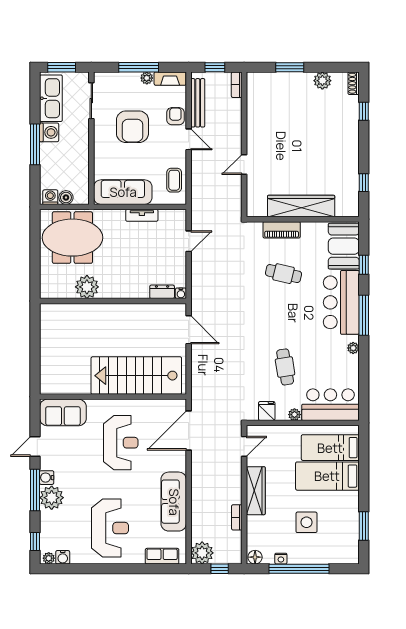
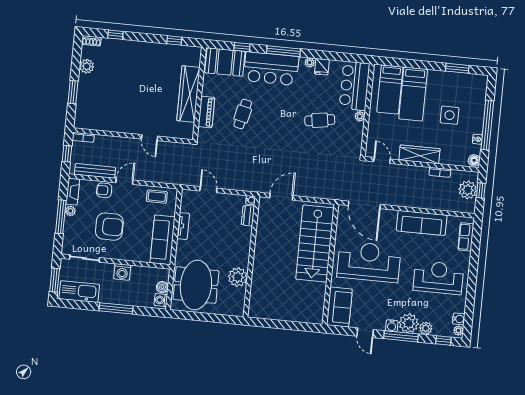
washing machine: (49, 132) -> (122, 272), moved, turned 180
fridge: (267, 411) -> (322, 67), moved, turned -90
reception desk: (121, 443) -> (369, 262), width x1.36, depth x1.30
plant: (48, 519) -> (426, 328), added
plant: (202, 553) -> (468, 190), moved

